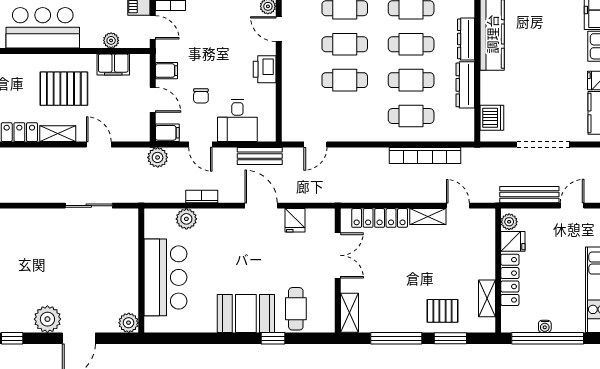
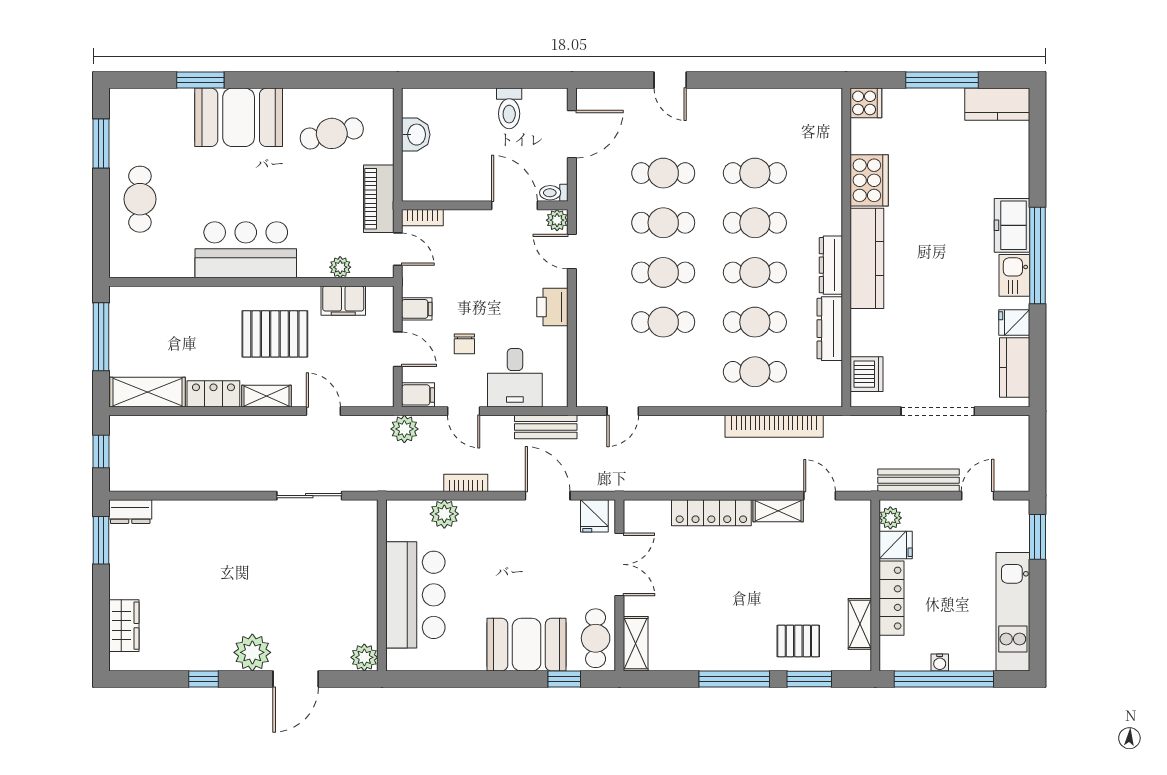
double door: (338, 255) -> (619, 564), moved
wall: (338, 271) -> (619, 585), moved
shelving: (350, 313) -> (636, 644), moved

